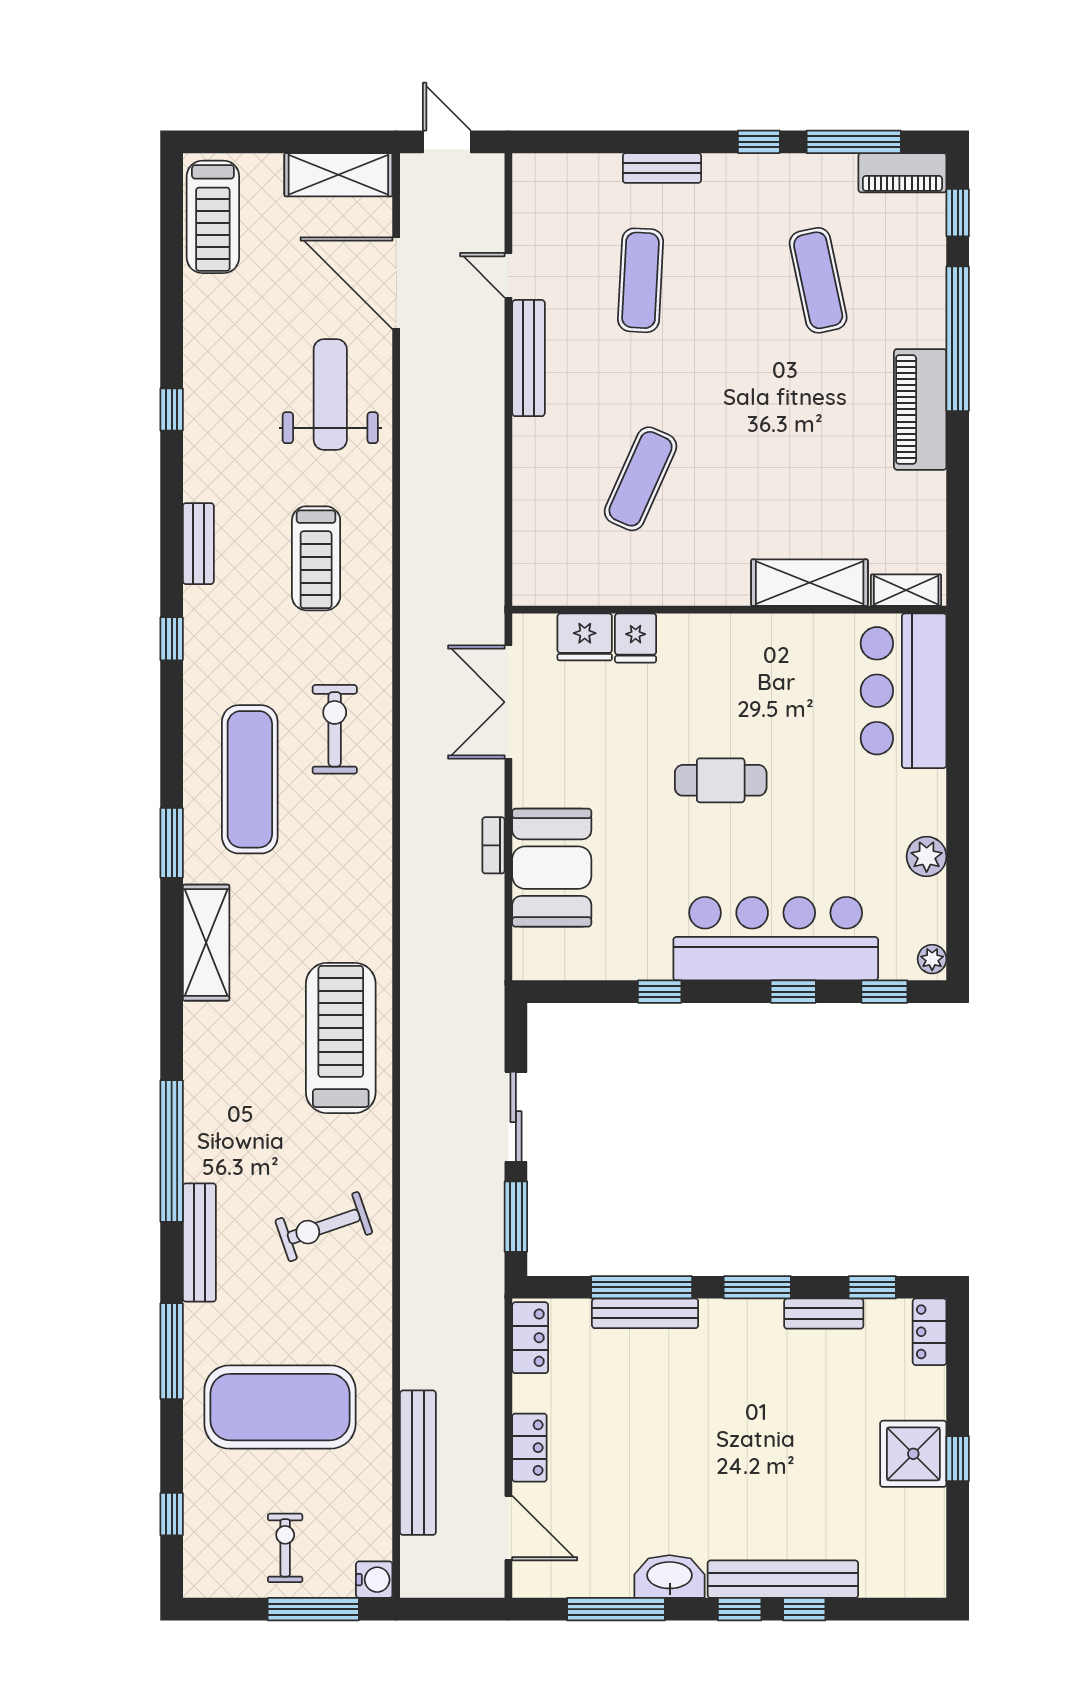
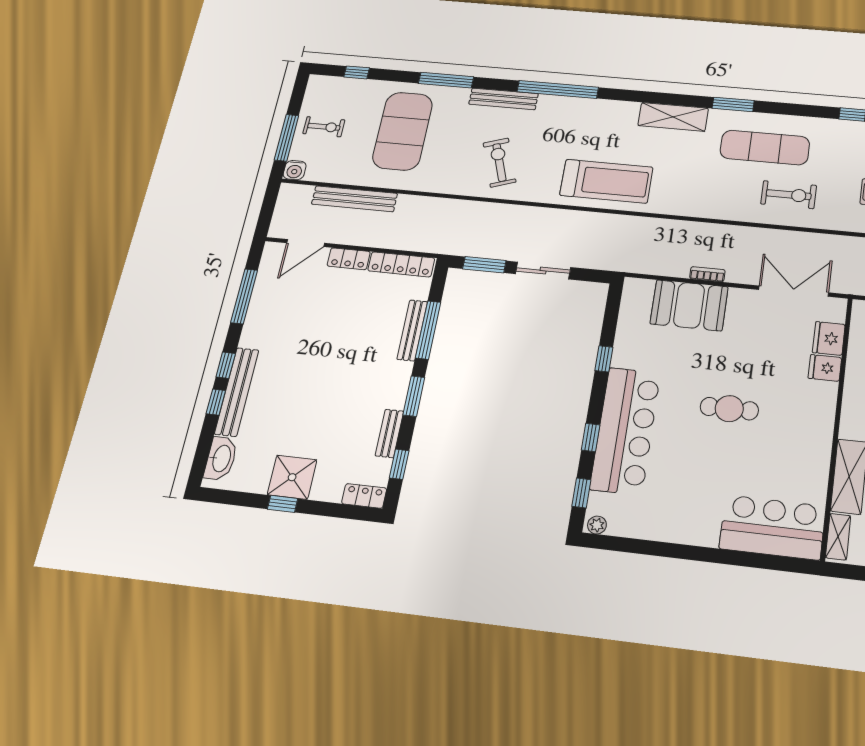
cafe table: (721, 780) -> (729, 409), turned 90
plant: (927, 857) -> (663, 529), removed
locker: (530, 1338) -> (401, 264), width x1.53
washbasin: (670, 1576) -> (221, 458), moved

